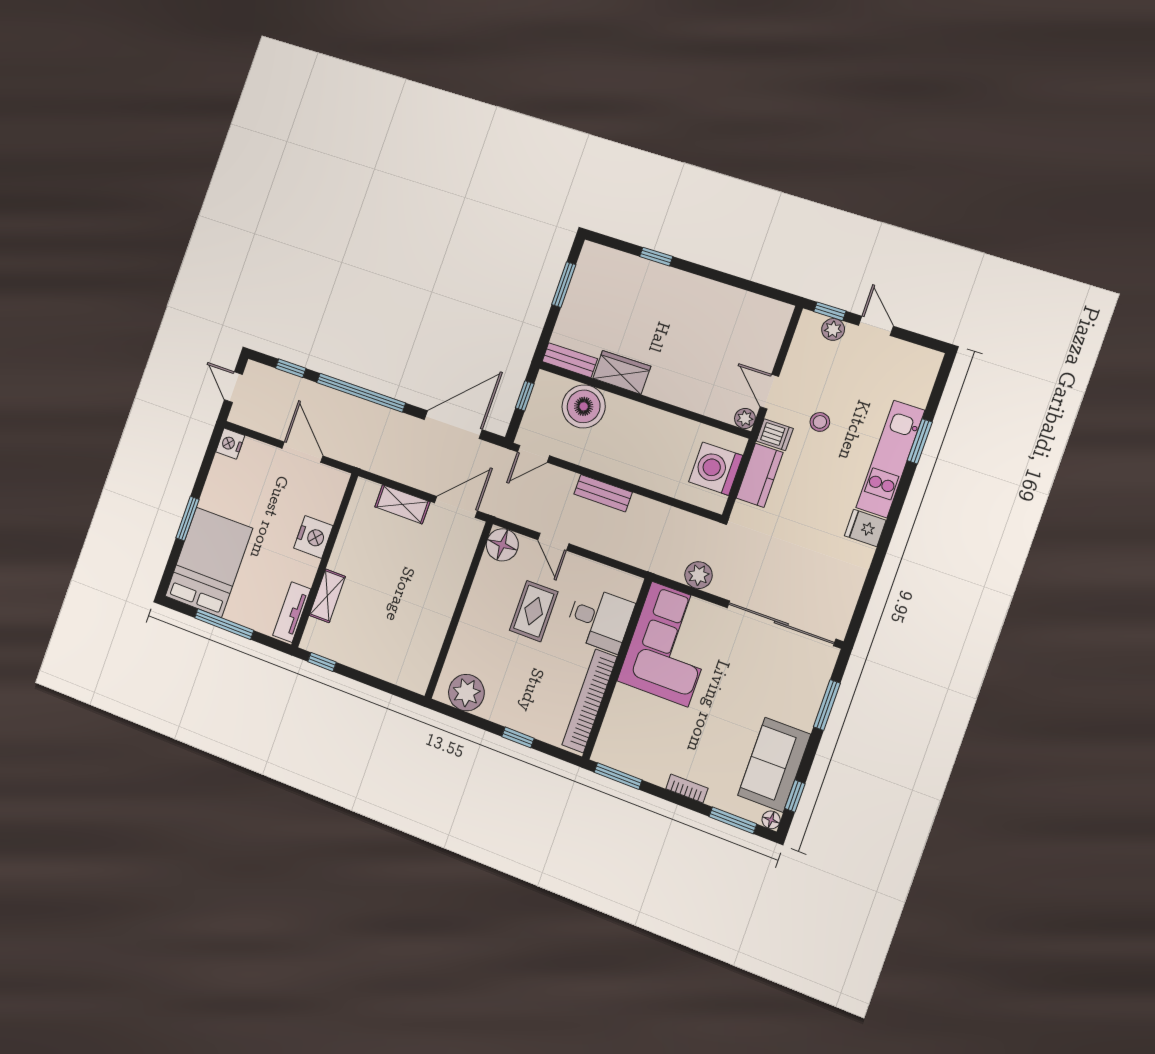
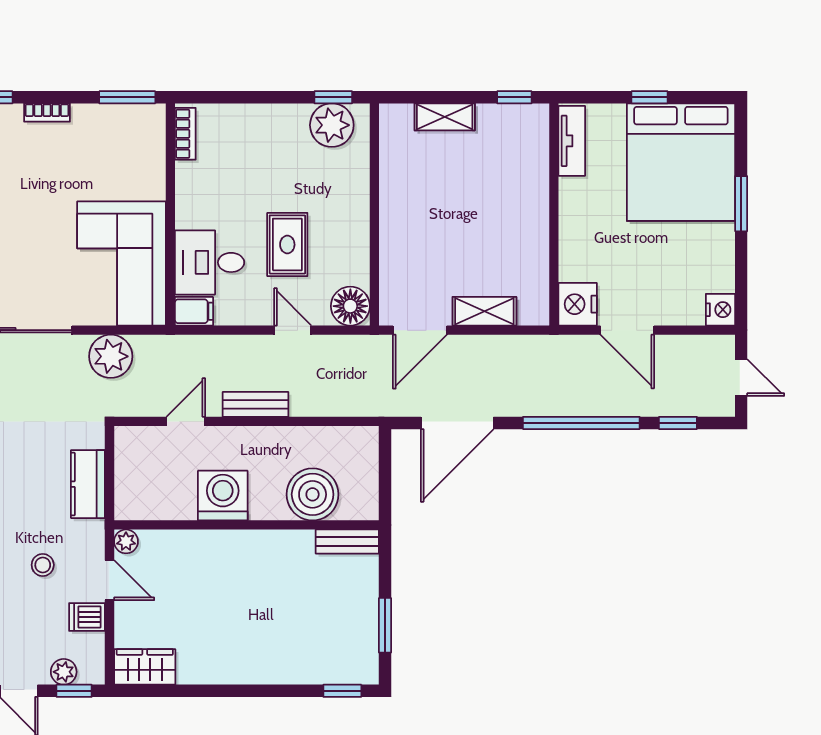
window: (656, 257) -> (342, 691), moved
wardrobe: (622, 372) -> (145, 667), moved, turned 180
window: (525, 396) -> (385, 484), removed
dishwasher: (775, 435) -> (87, 617), moved
door: (534, 454) -> (186, 421), moved
washing machine: (716, 469) -> (223, 496), moved, turned -90
nightstand: (313, 537) -> (578, 304), moved
bed: (209, 562) -> (681, 162), width x1.36
plant: (699, 575) -> (111, 356), width x1.36, depth x1.36
filing cabinet: (625, 585) -> (194, 311), added
shelving: (327, 596) -> (445, 117), moved, turned 90
window: (224, 624) -> (650, 97), width x0.46
bookcase: (589, 701) -> (185, 134), width x0.43, depth x0.76
window: (518, 737) -> (333, 97), moved

